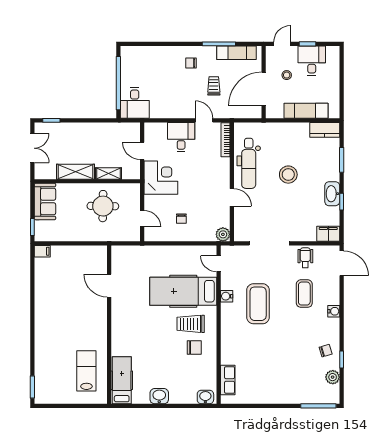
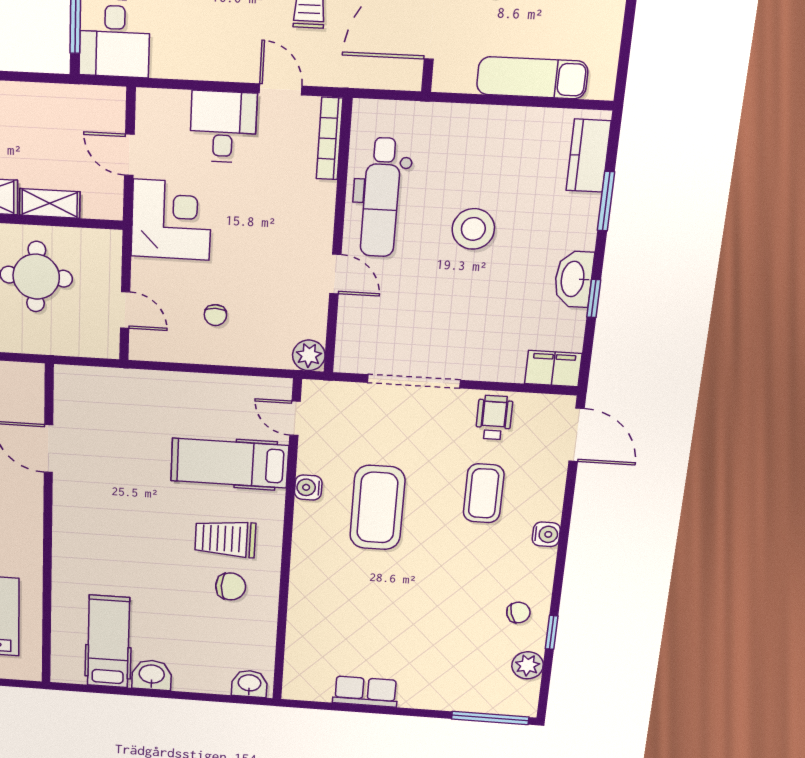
kitchen counter: (325, 130) -> (588, 156), moved, turned 90
hospital bed: (183, 291) -> (230, 463), width x0.73, depth x0.78
hospital bed: (122, 380) -> (108, 642), moved
row of seats: (228, 380) -> (365, 692), moved, turned -90

